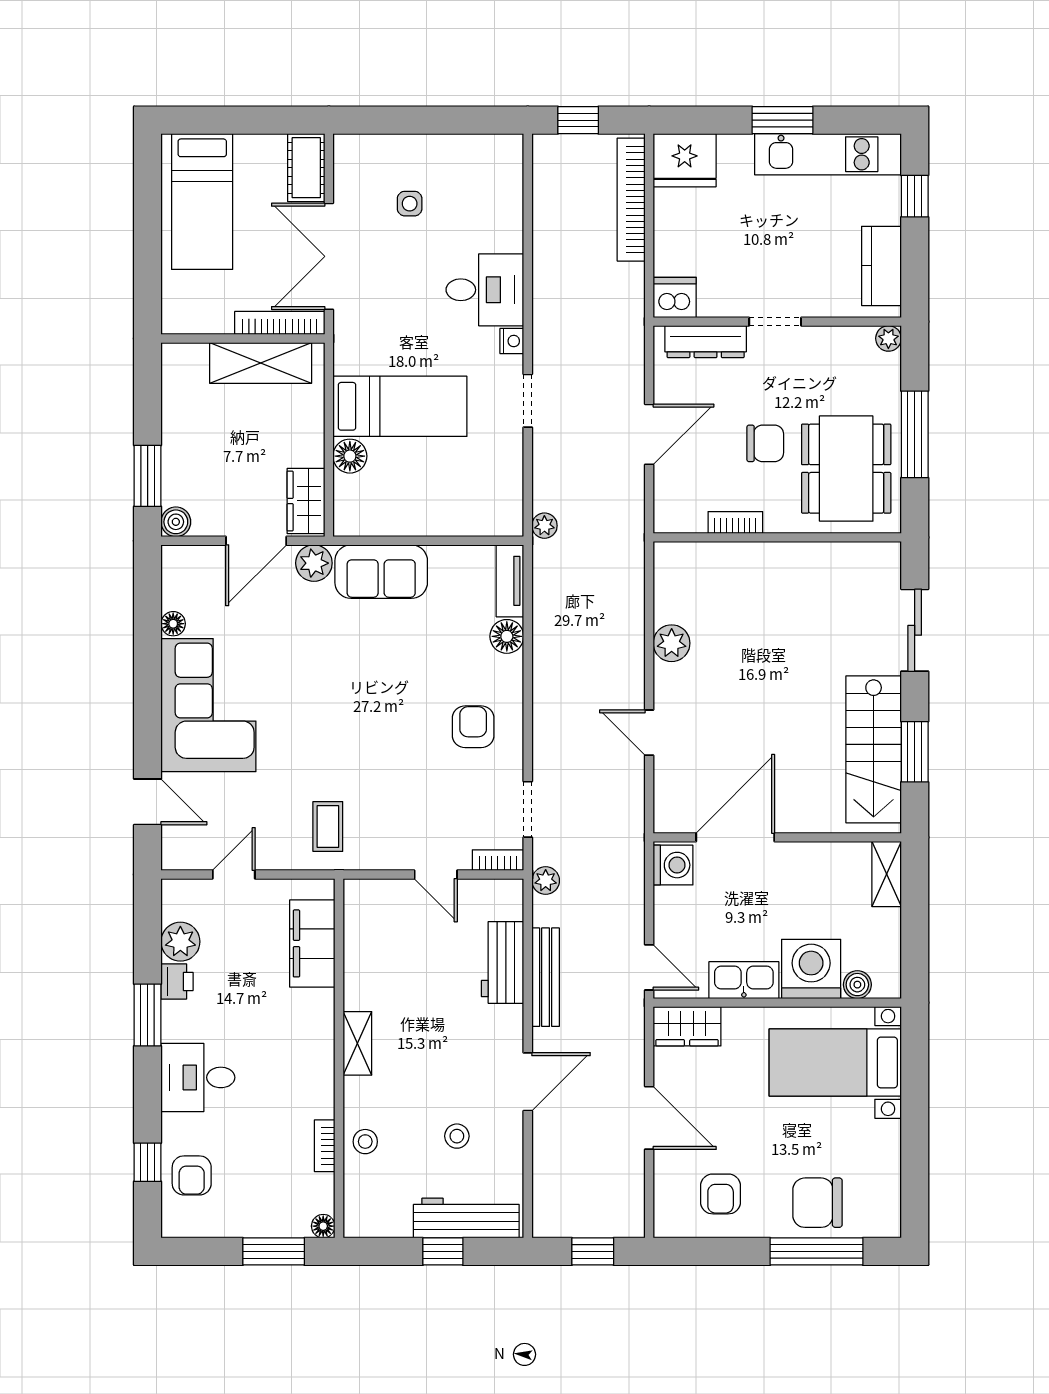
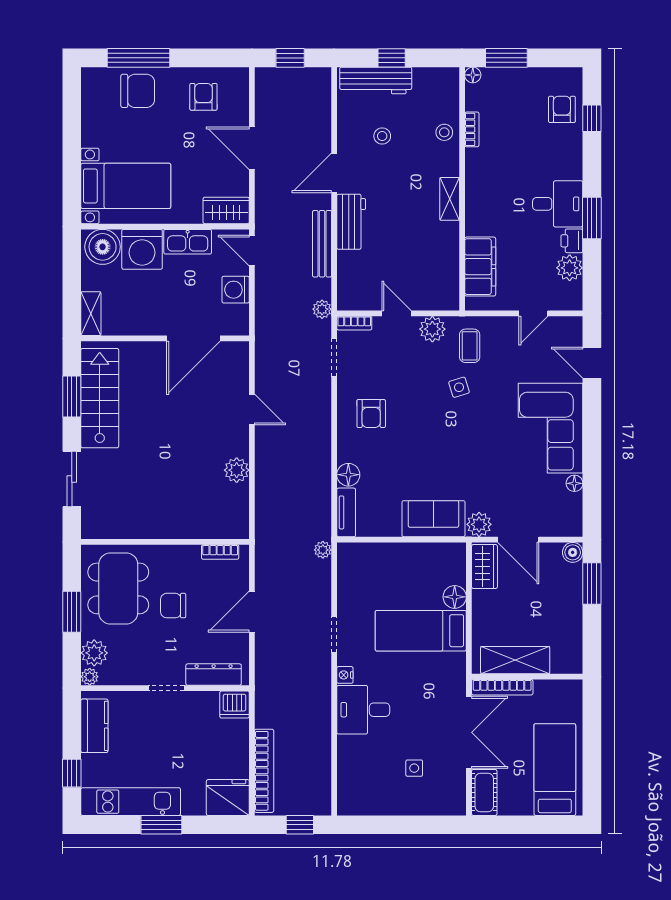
plant: (882, 374) -> (94, 653), added
window: (915, 434) -> (72, 612), width x0.69
bookcase: (735, 522) -> (220, 552), moved
door: (256, 541) -> (518, 540), swing flipped
side table: (343, 765) -> (459, 387), added
plant: (383, 851) -> (432, 329), added
washing machine: (673, 865) -> (236, 290), moved
workbench: (503, 962) -> (351, 222), moved
boiler: (857, 985) -> (103, 247), width x1.86, depth x1.86
desk: (198, 1077) -> (558, 204), moved

